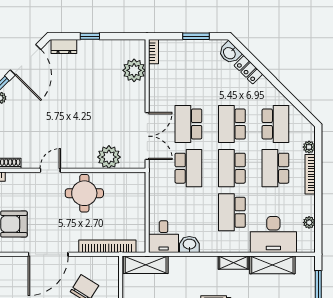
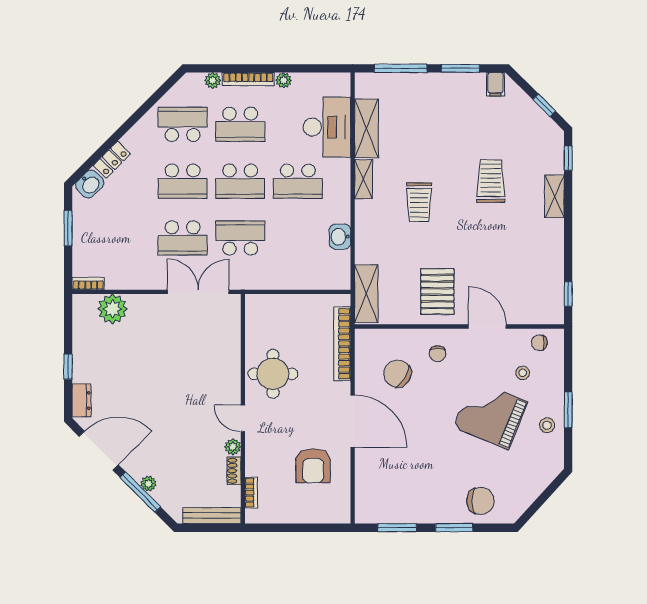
plant: (109, 157) -> (233, 447), moved, width x0.53, depth x0.53
plant: (309, 222) -> (284, 80), moved
desk: (164, 237) -> (330, 270), removed

